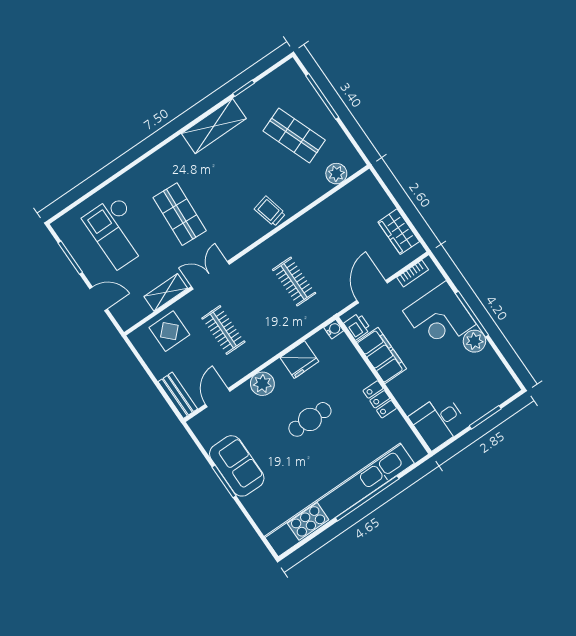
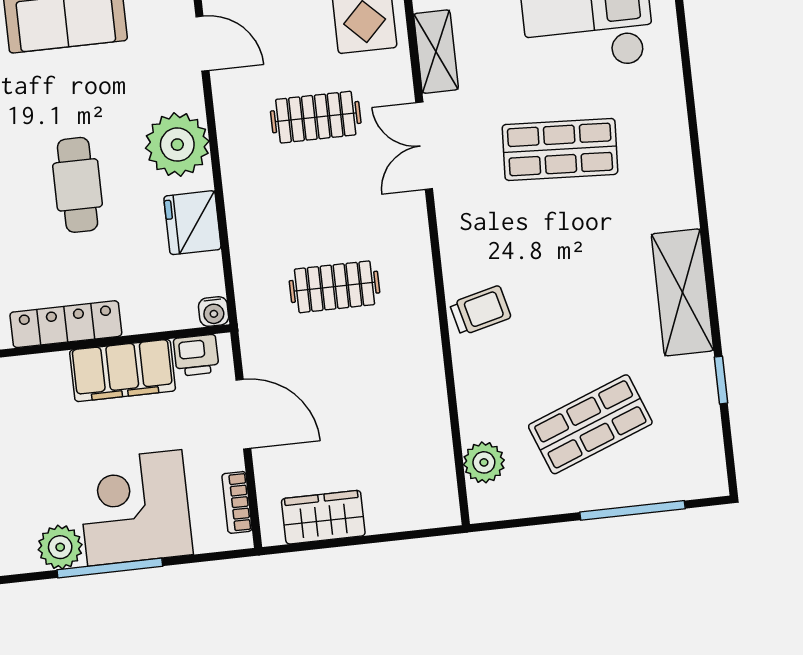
double door: (210, 275) -> (424, 146), swing flipped
plant: (262, 384) -> (177, 145), width x1.36, depth x1.36
locker: (380, 399) -> (66, 324), width x1.53

